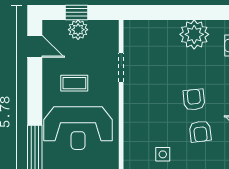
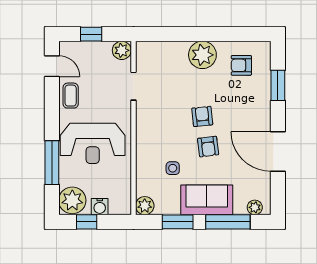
plant: (78, 30) -> (122, 50), moved
coffee table: (74, 83) -> (71, 96), moved, turned 90

